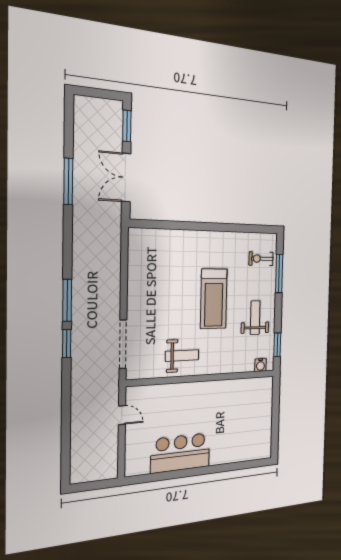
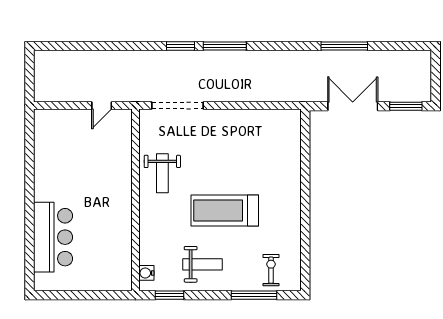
bar counter: (180, 453) -> (53, 237), moved

